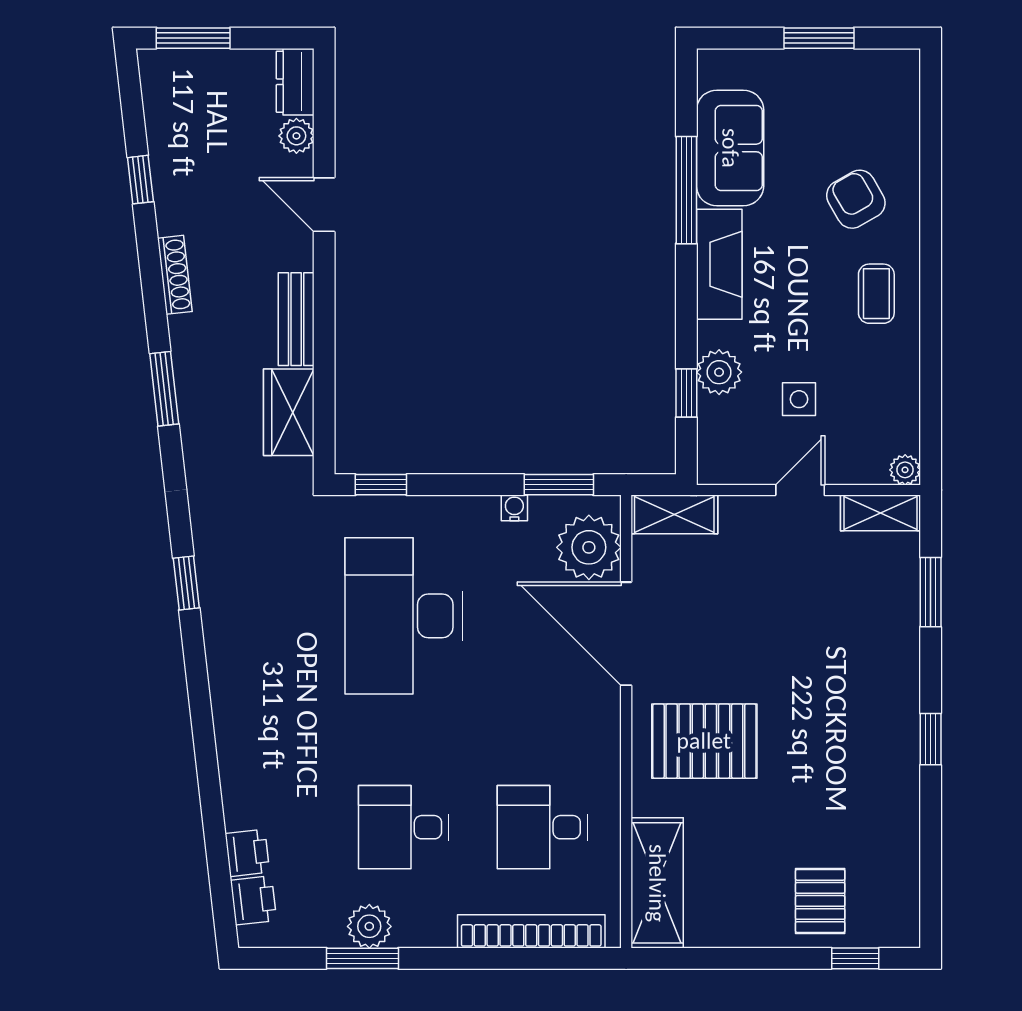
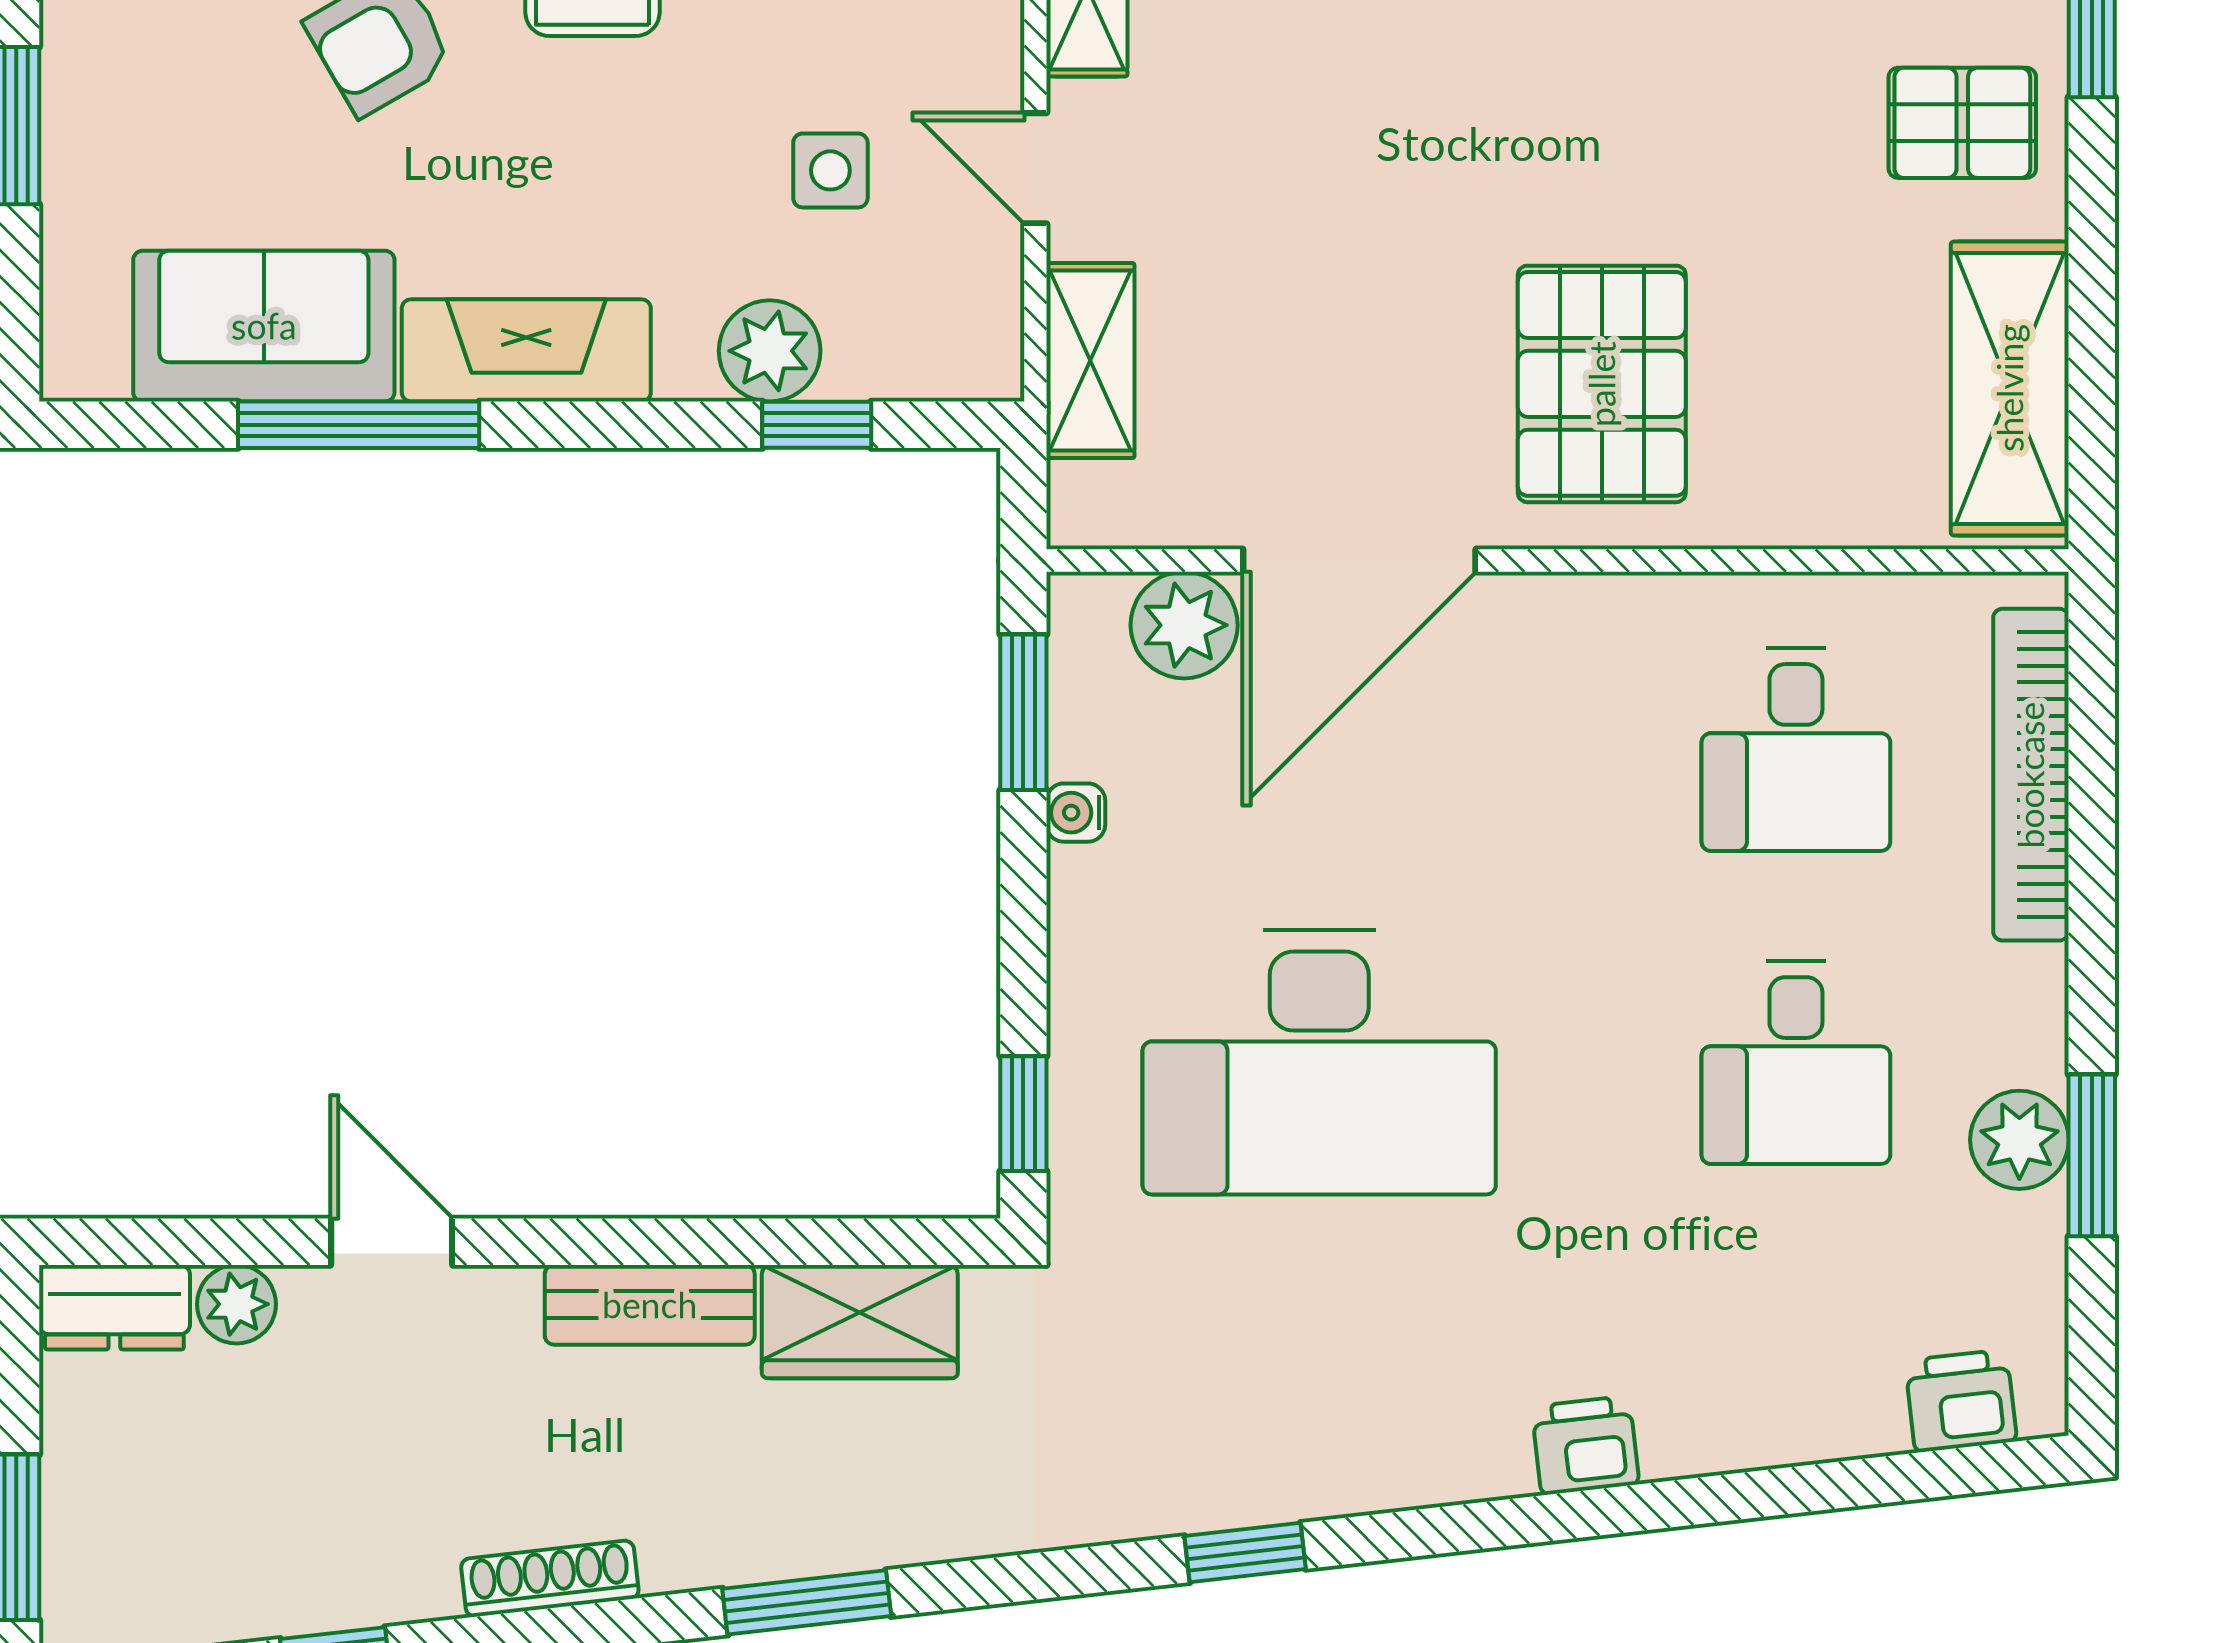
door: (324, 205) -> (392, 1242), swing flipped
shelving: (674, 514) -> (1090, 361), moved
plant: (589, 547) -> (1184, 625), width x0.73, depth x0.73
printer: (247, 853) -> (1585, 1445), moved
shelving: (657, 883) -> (2010, 388), moved, turned 90

